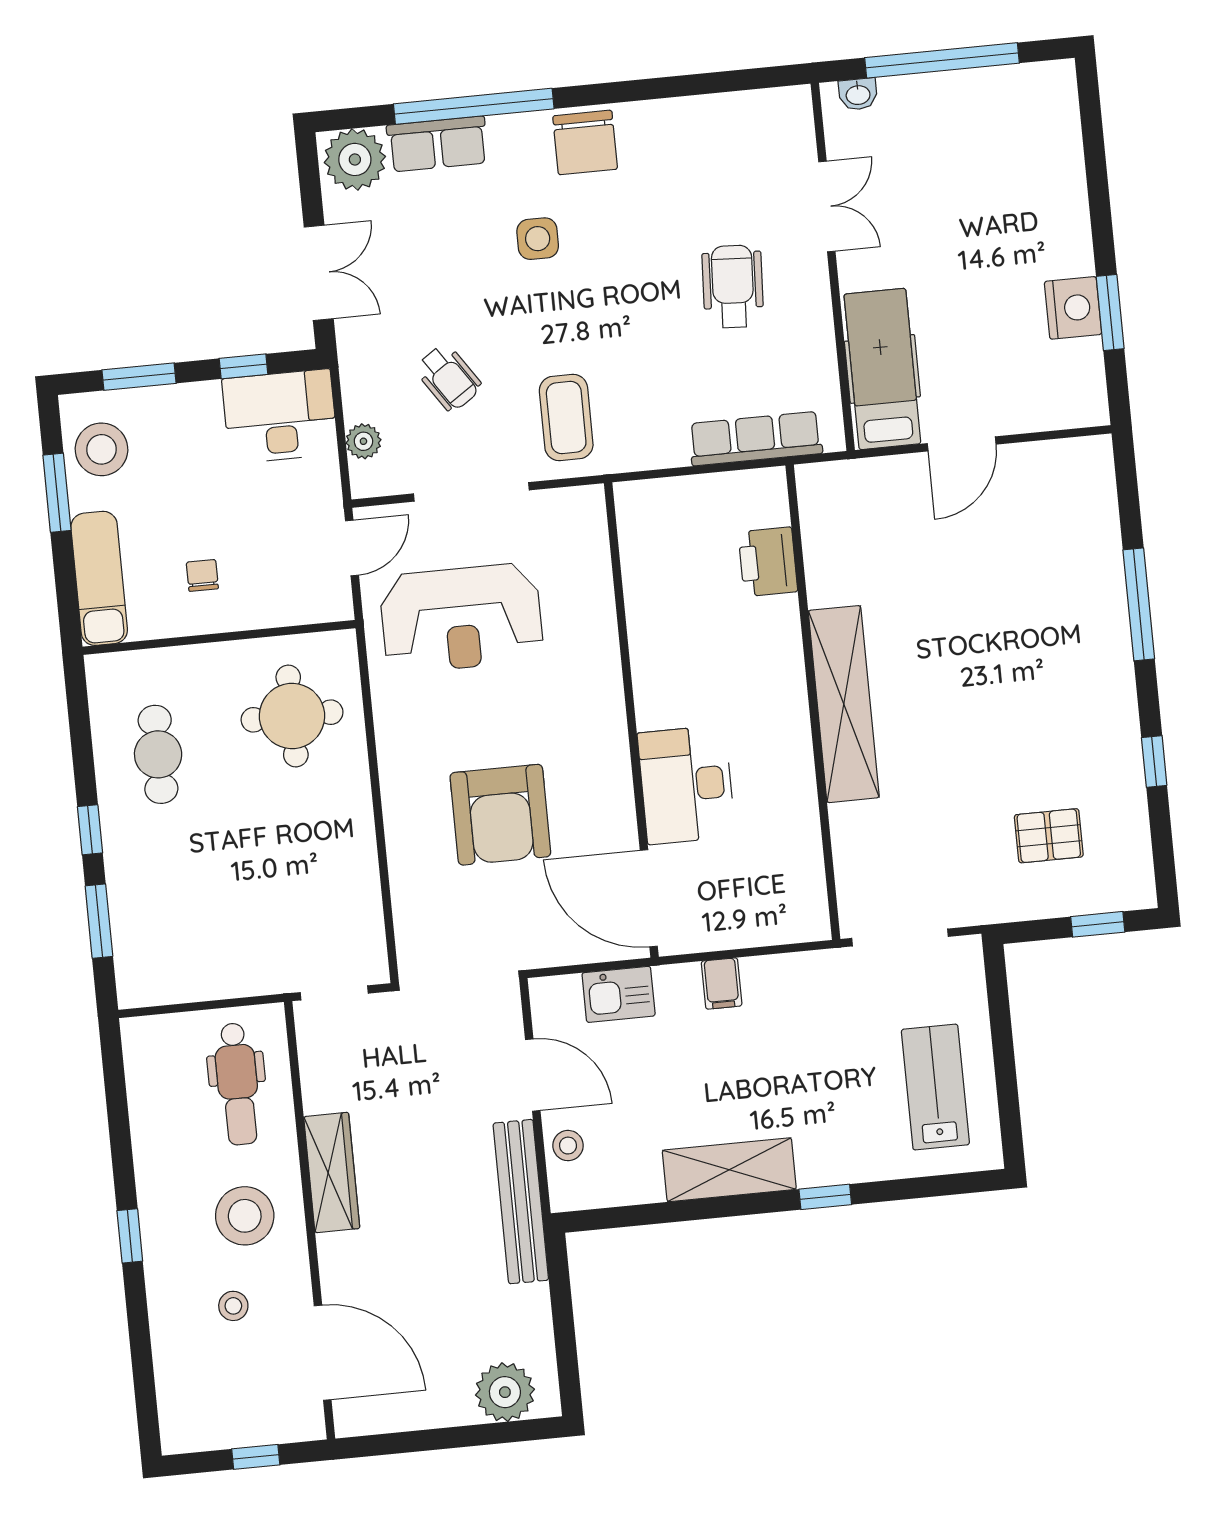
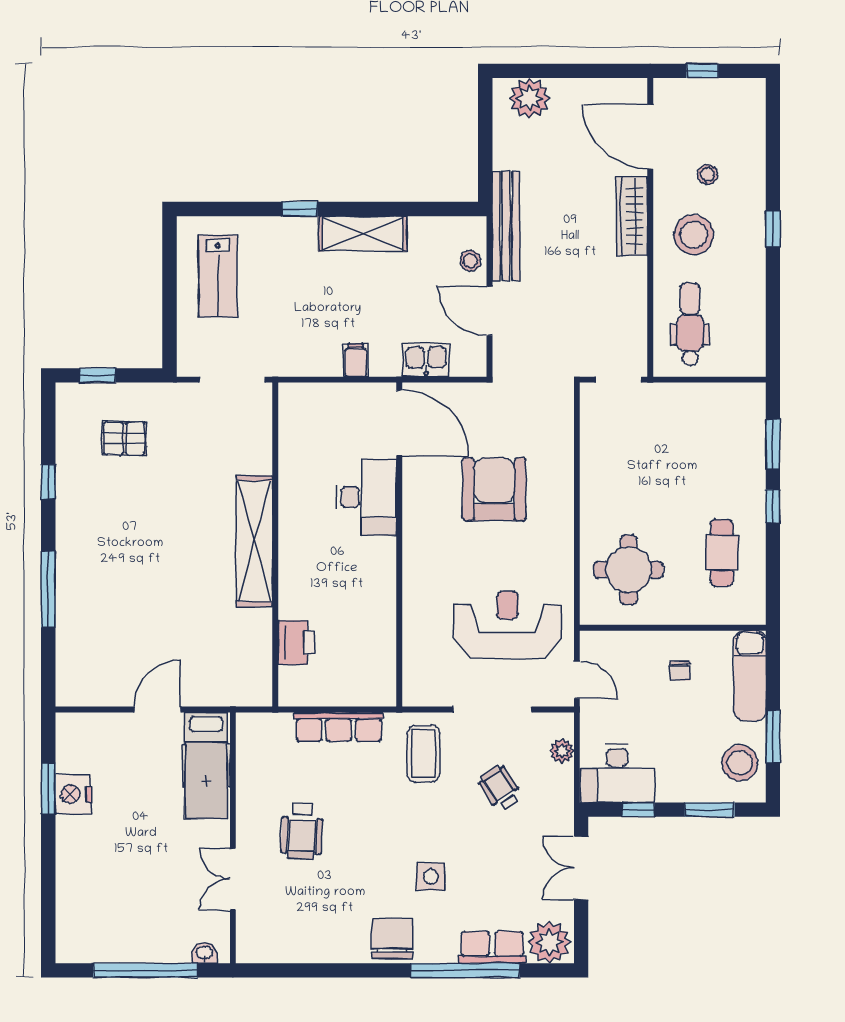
row of seats: (755, 439) -> (339, 727), moved
door: (352, 548) -> (577, 680), swing flipped
wardrobe: (332, 1173) -> (632, 216), moved

